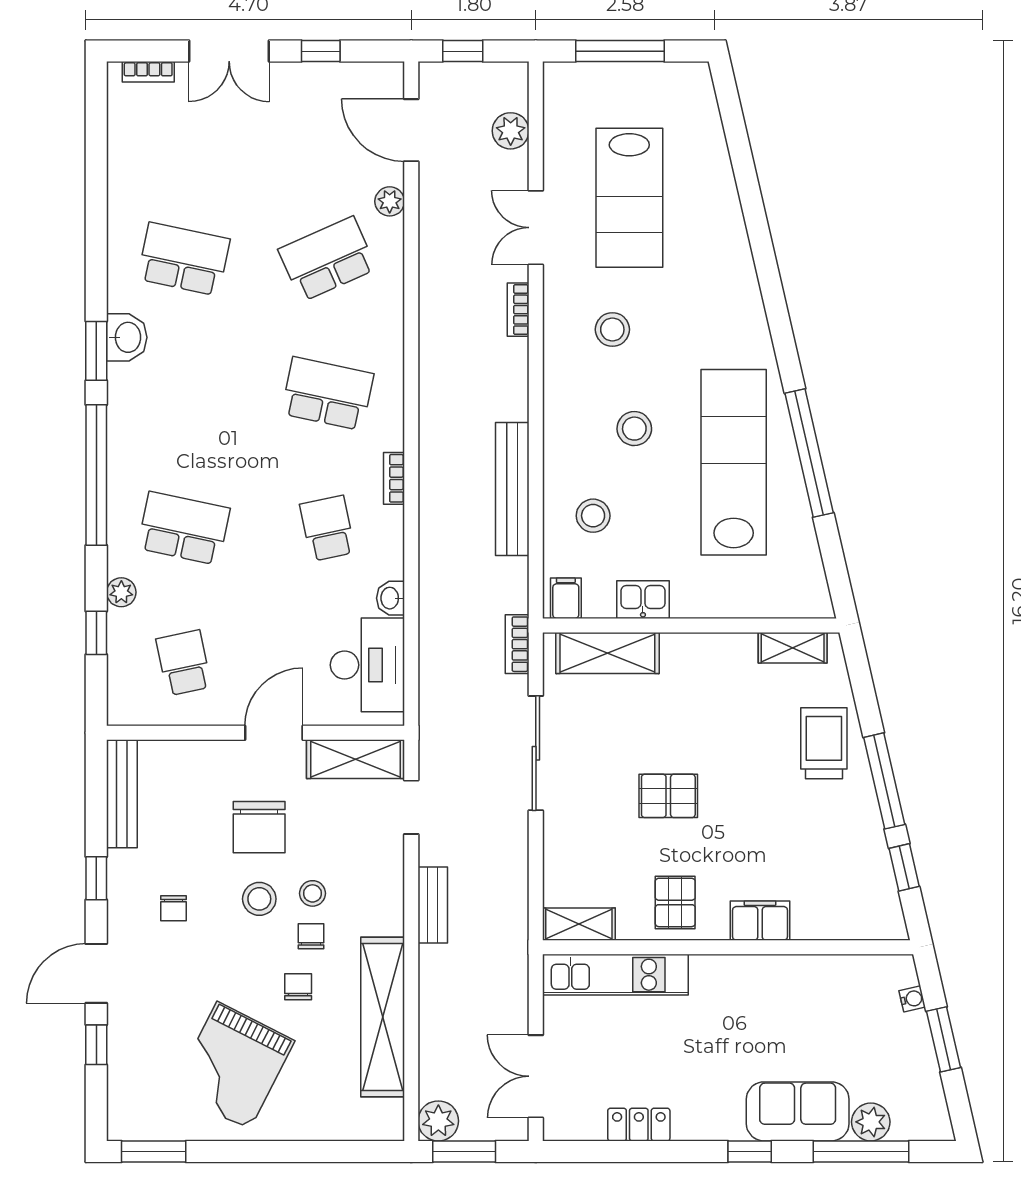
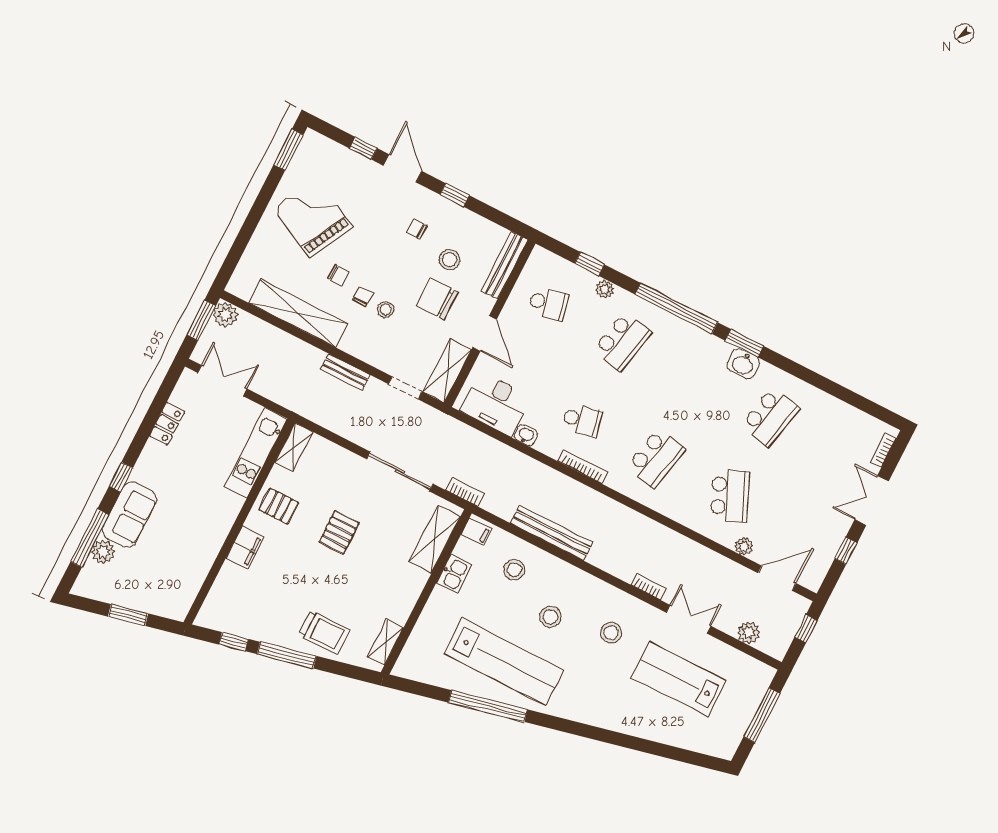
bookcase: (394, 478) -> (583, 467), width x1.56
bench: (122, 794) -> (504, 265), moved, turned 90
stool: (259, 899) -> (449, 260), moved
chair: (311, 936) -> (363, 297), turned -90
water cooler: (912, 999) -> (159, 609), removed

